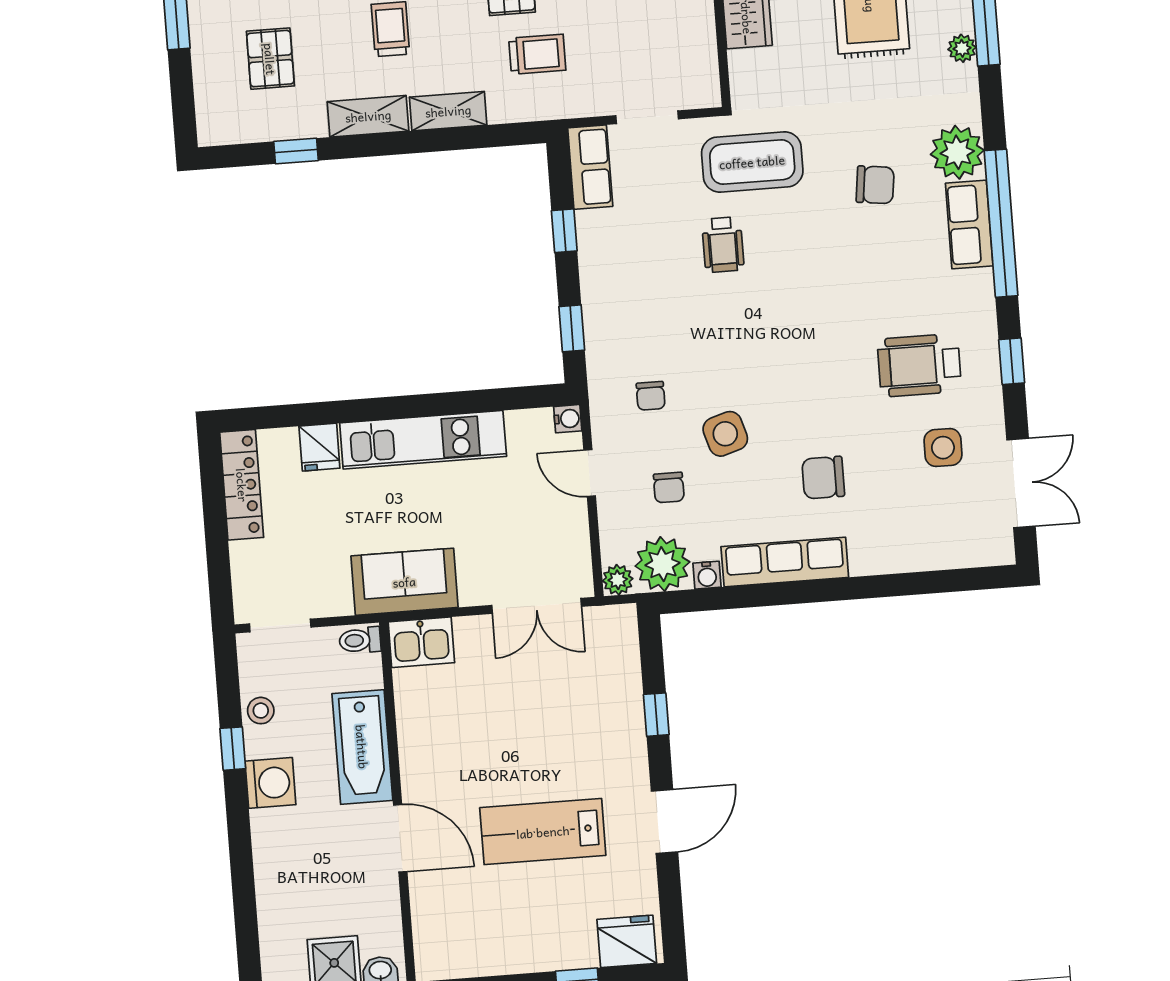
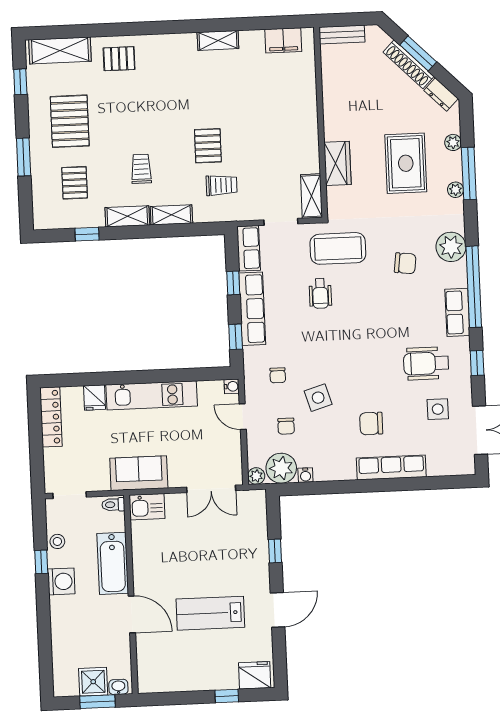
shelving: (701, 69) -> (311, 196), added
row of seats: (969, 225) -> (457, 312), moved
row of seats: (600, 276) -> (252, 309), added
row of seats: (785, 562) -> (391, 467), moved

